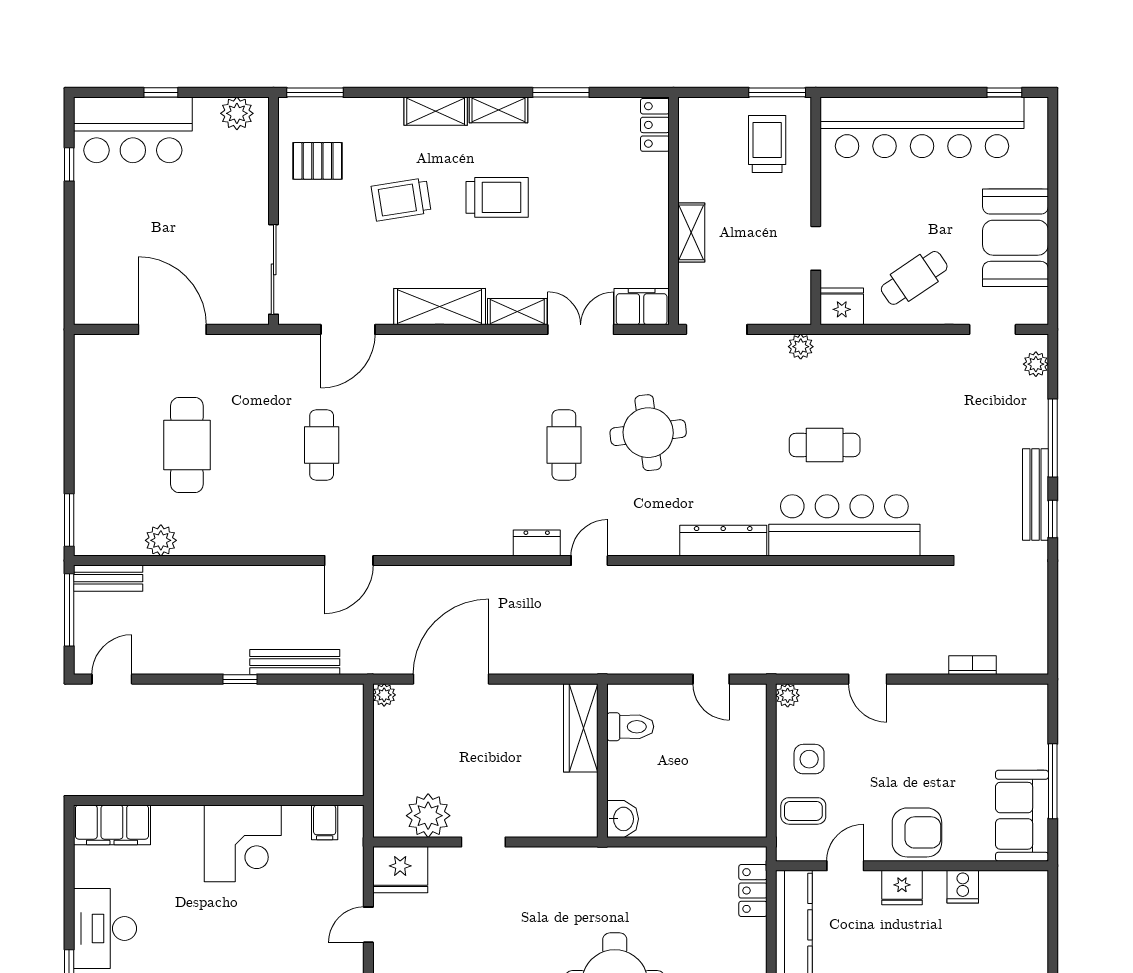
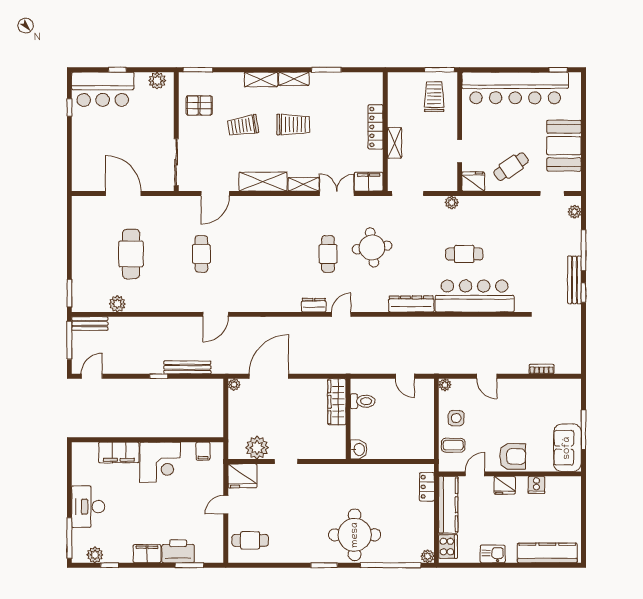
locker: (655, 125) -> (376, 127), moved, width x1.53
filing cabinet: (112, 825) -> (119, 453), moved

